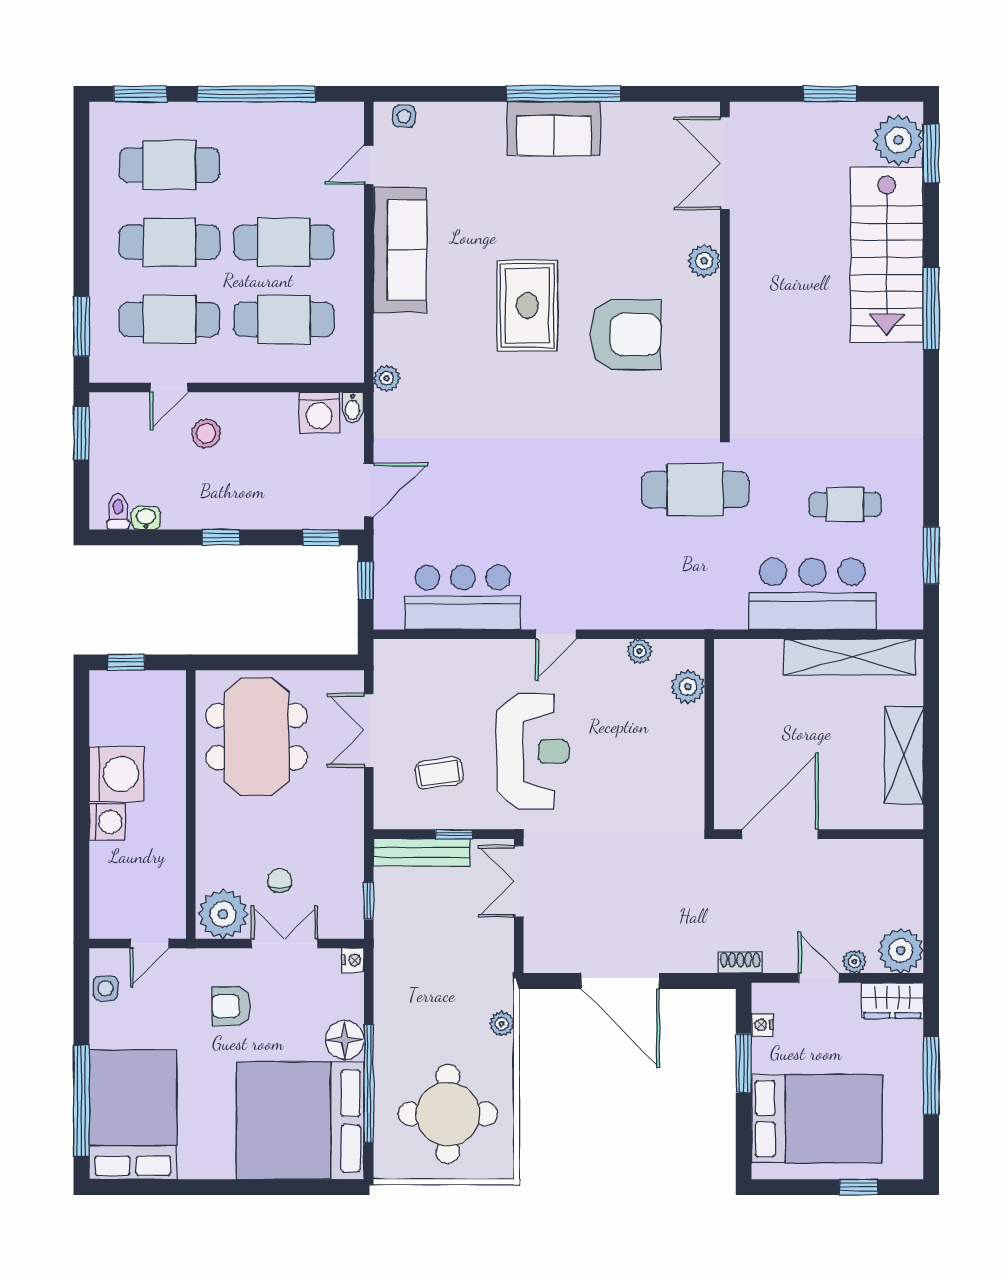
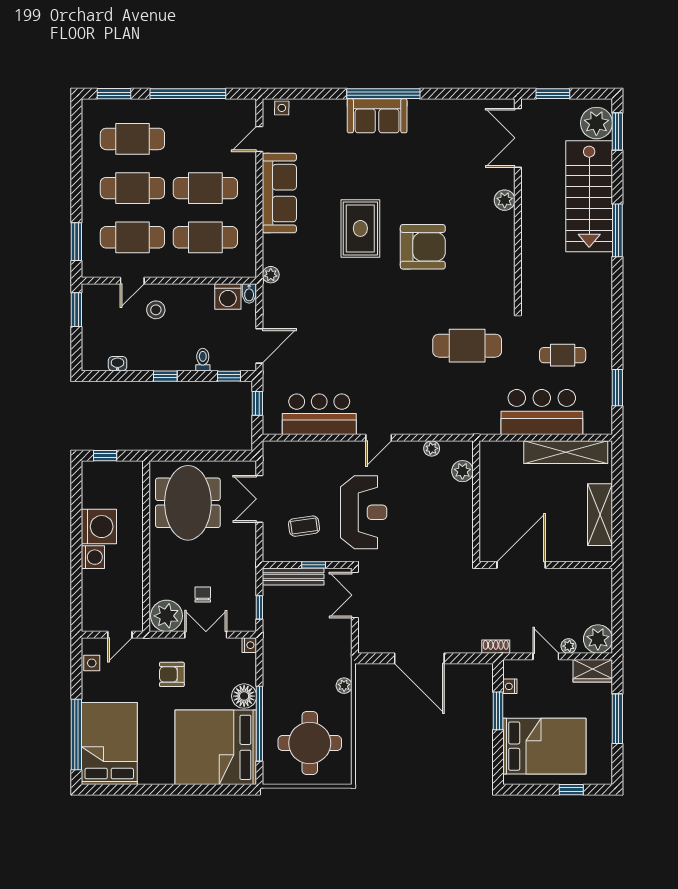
double door: (725, 163) -> (518, 138), moved
plant: (704, 261) -> (505, 200), moved
wall: (725, 267) -> (518, 204), moved
toilet: (118, 512) -> (203, 360), moved

